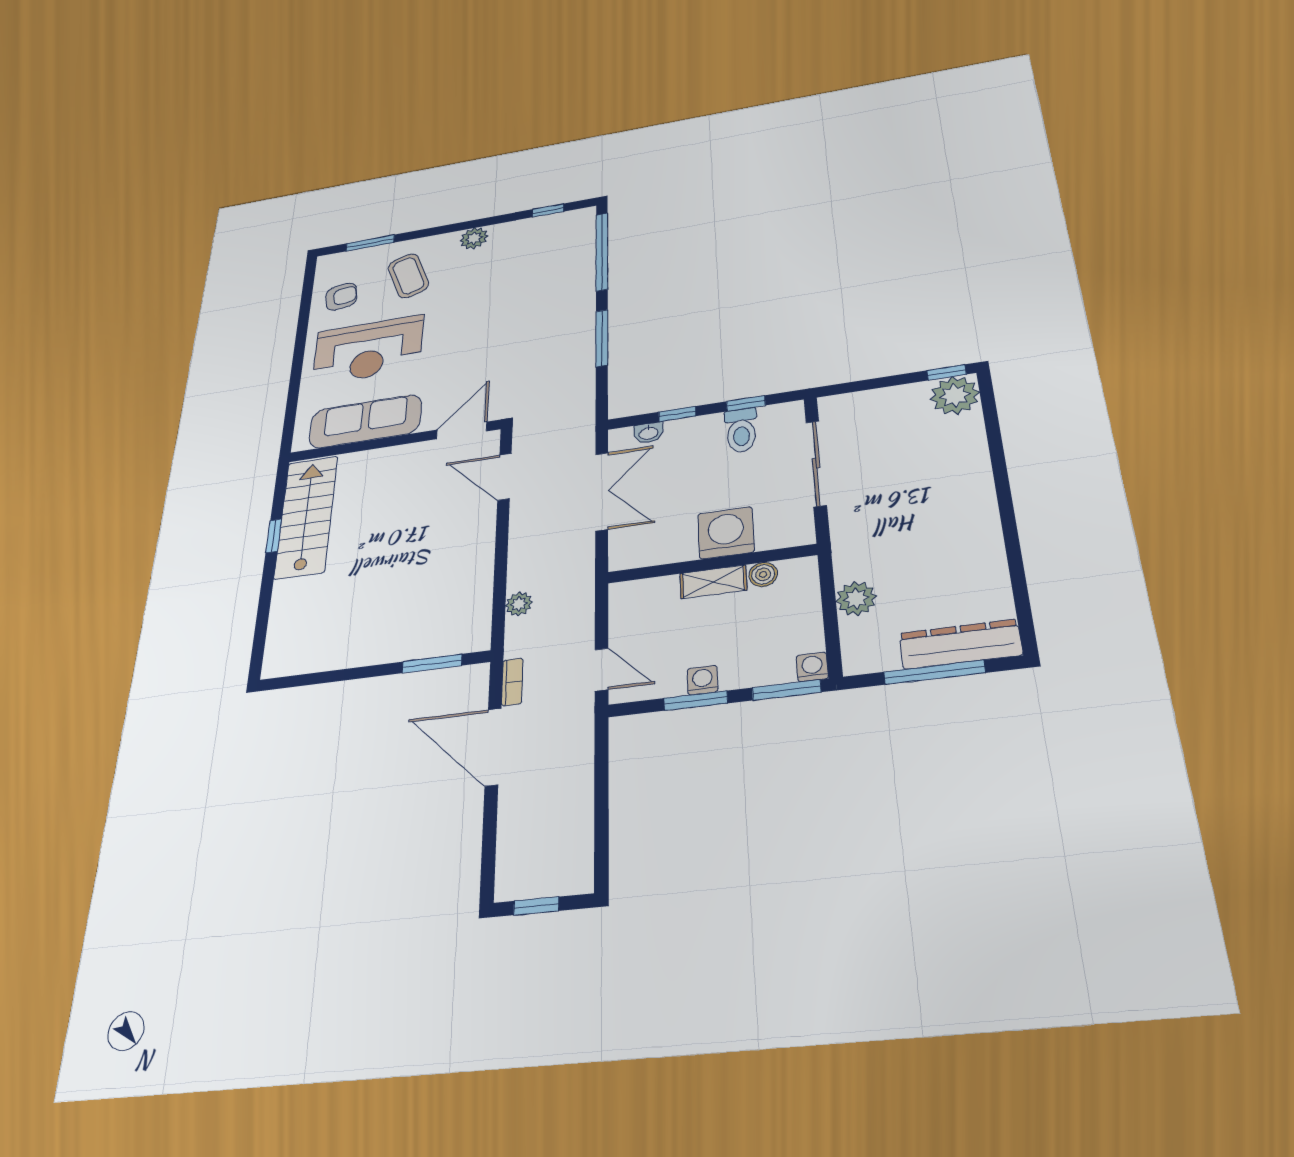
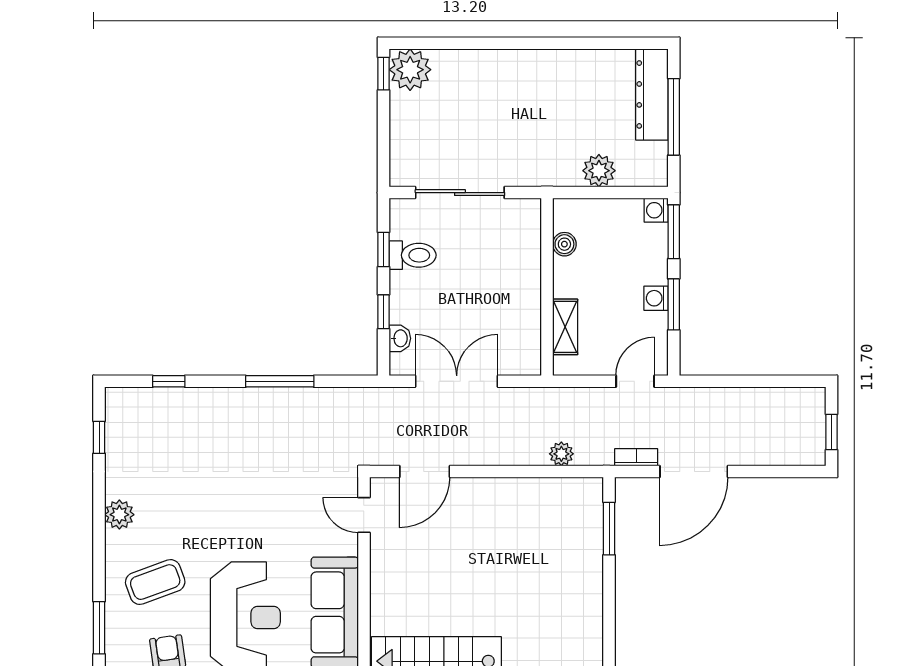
window: (602, 252) -> (169, 381), width x0.32
door: (462, 430) -> (364, 515), width x0.73
washing machine: (726, 533) -> (518, 273), removed
shelving: (713, 582) -> (565, 327), moved

